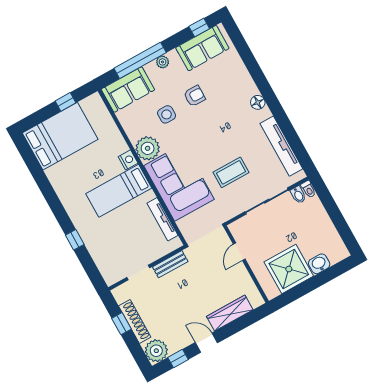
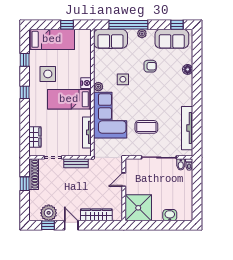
floor lamp: (258, 102) -> (188, 69), moved
side table: (167, 114) -> (123, 79), moved
bed: (60, 136) -> (52, 39), width x0.67
plant: (148, 148) -> (98, 87), width x0.53, depth x0.53
window: (38, 173) -> (25, 60), added
side table: (75, 175) -> (48, 74), added
window: (75, 240) -> (25, 92), moved
wardrobe: (102, 260) -> (35, 137), added
shower: (289, 269) -> (138, 208), moved
shoe rack: (135, 321) -> (34, 174), moved
plant: (156, 351) -> (49, 213), moved

